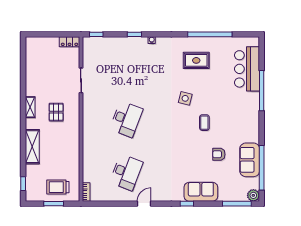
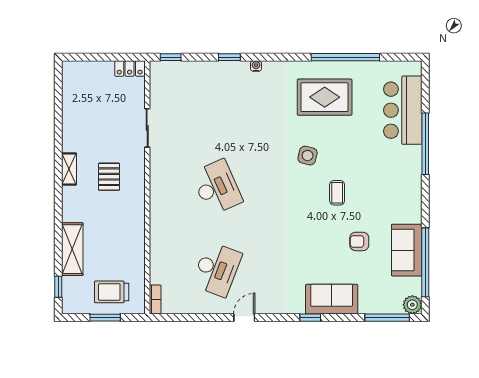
rug: (196, 60) -> (325, 97), width x1.36, depth x1.43
desk: (126, 119) -> (217, 187), turned -45
shelving: (32, 147) -> (72, 249), moved

